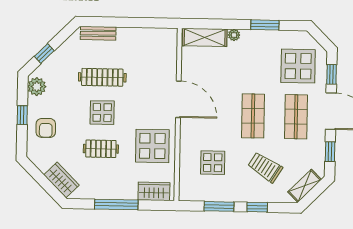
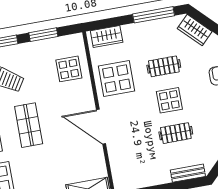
clothes rail: (102, 77) -> (176, 133), width x0.73
display table: (213, 163) -> (69, 69), moved
window: (116, 204) -> (154, 15), moved

